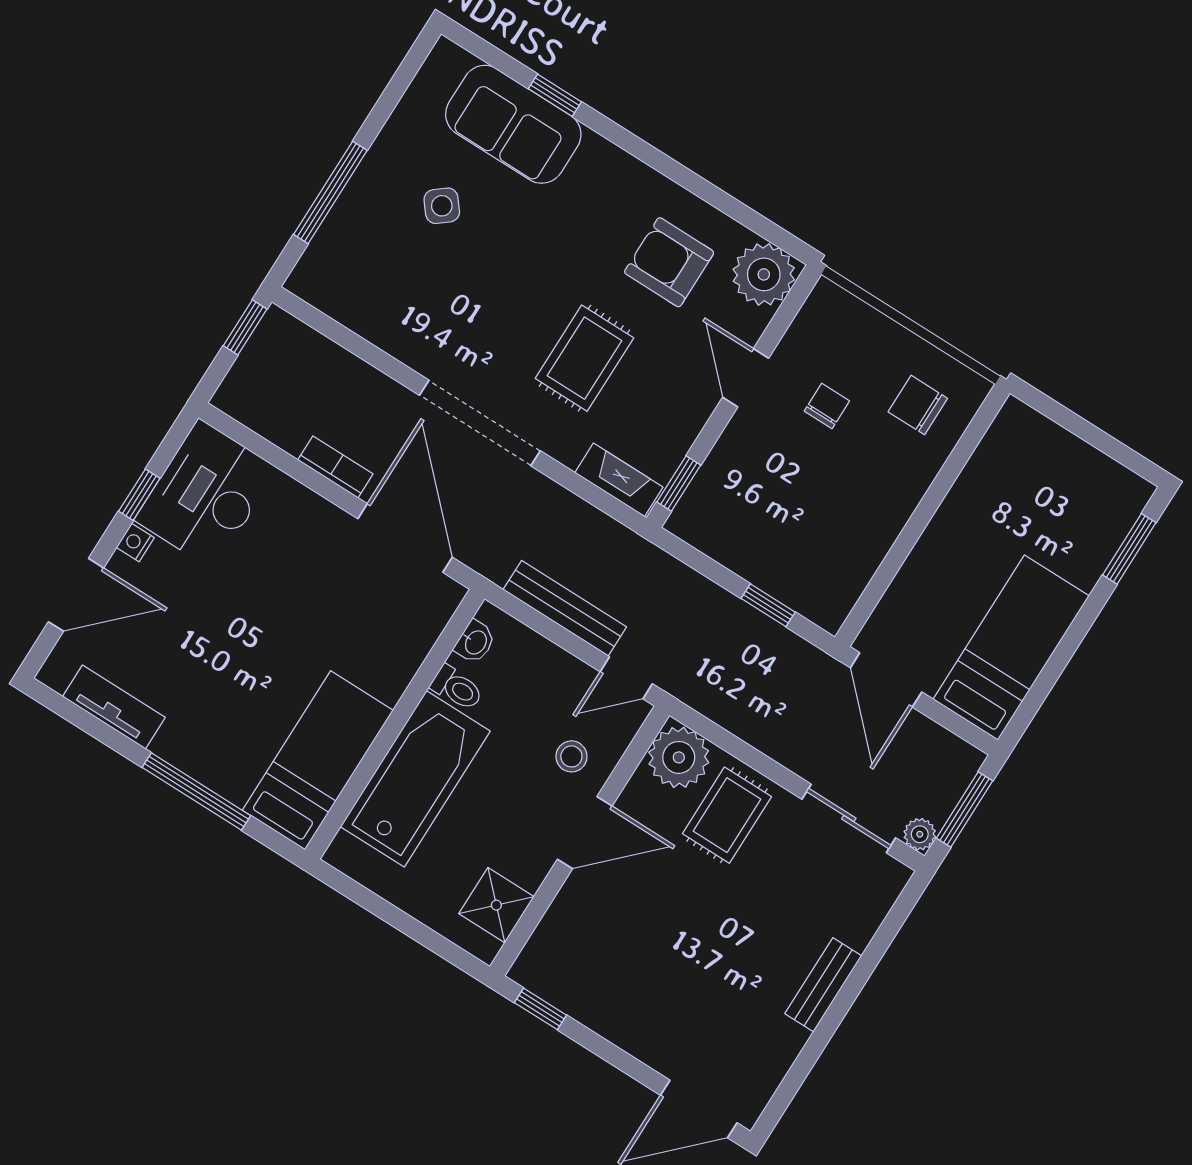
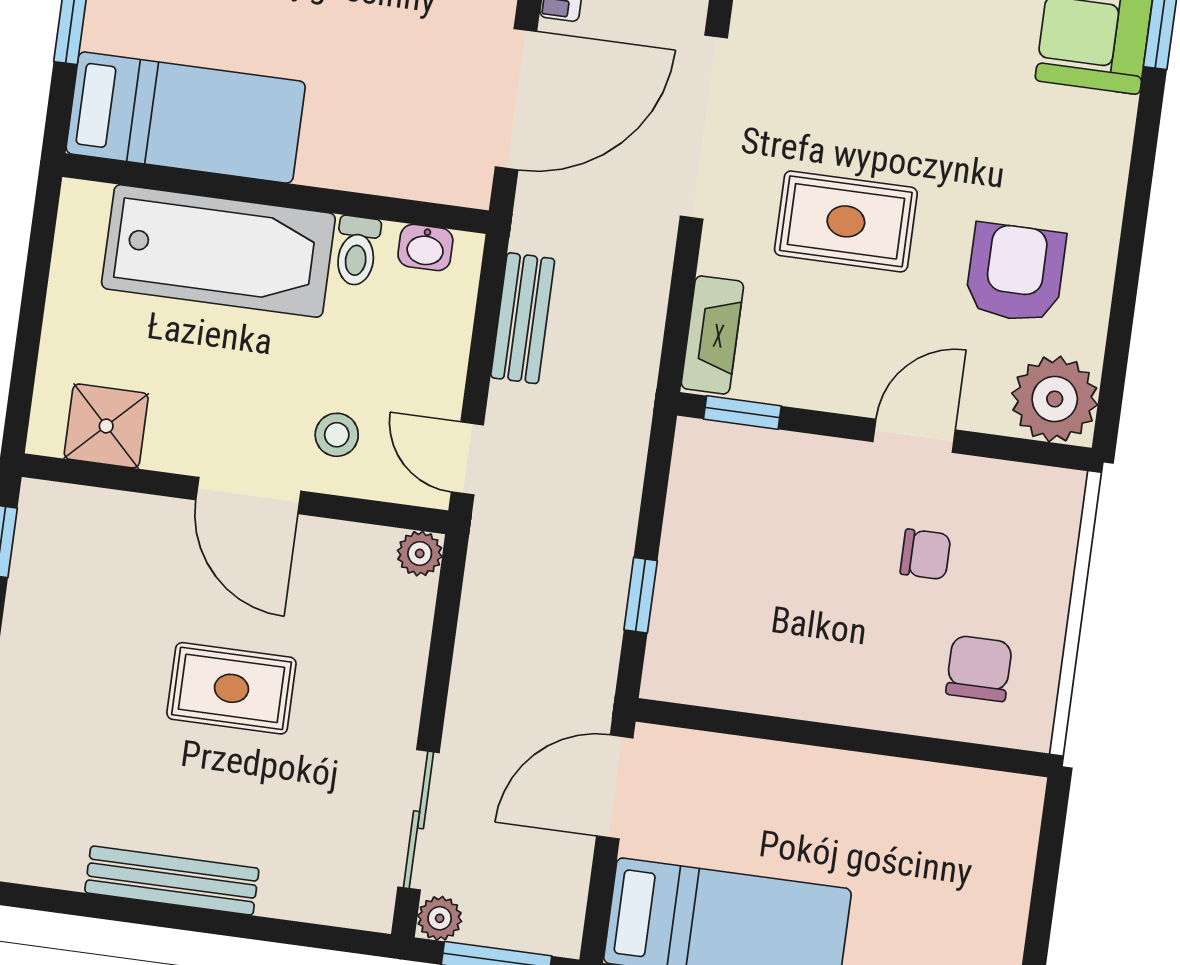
bench: (565, 608) -> (523, 318), width x0.73
plant: (679, 757) -> (420, 553), width x0.53, depth x0.53
rug: (727, 815) -> (231, 688), moved
bench: (823, 985) -> (172, 881), width x1.36

